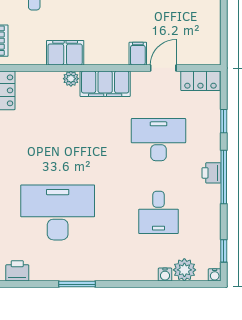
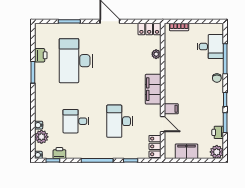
filing cabinet: (65, 53) -> (186, 151), moved, turned -90
plant: (71, 79) -> (156, 54), moved
desk: (158, 140) -> (120, 121), turned 180
printer: (212, 173) -> (59, 153), moved
desk: (58, 212) -> (76, 61), turned 180
printer: (17, 271) -> (41, 55), moved

